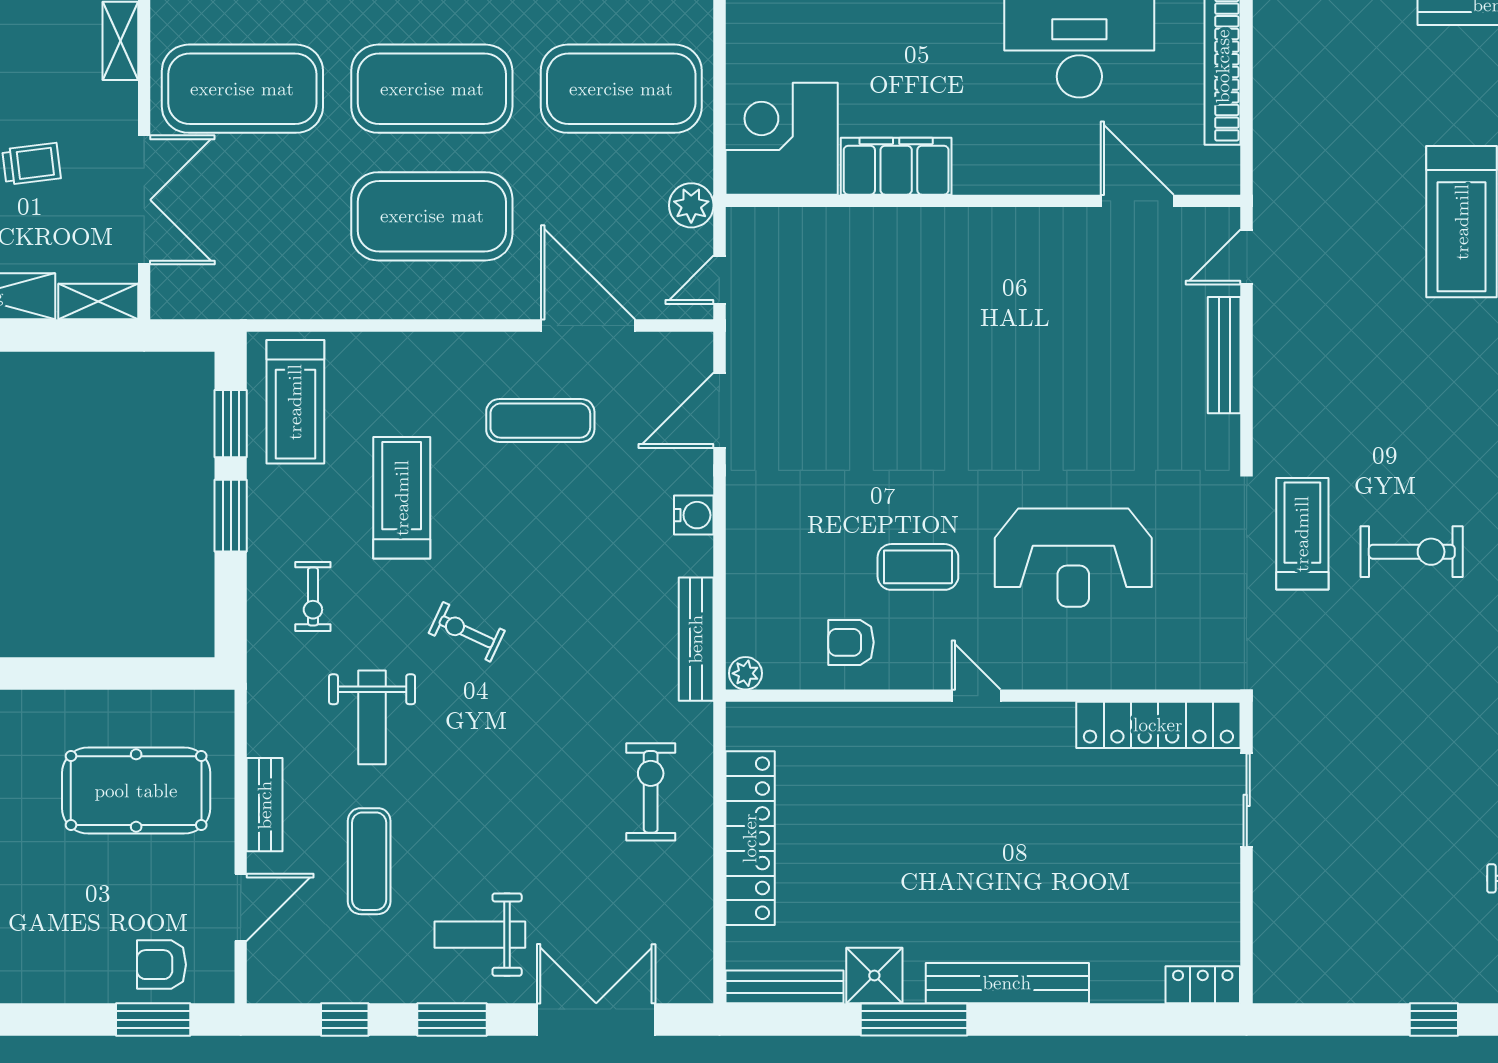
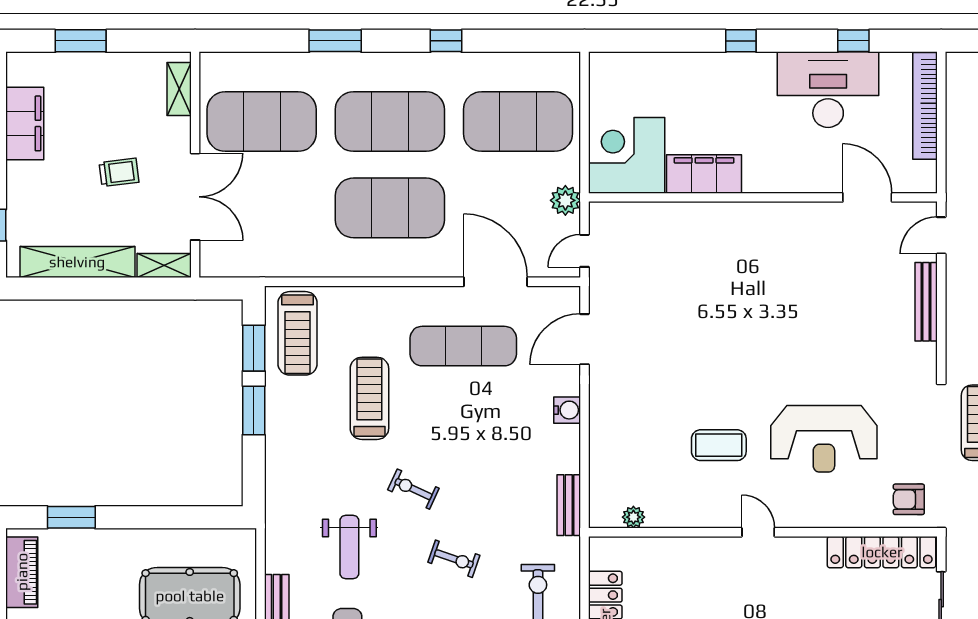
exercise mat: (540, 421) -> (463, 346), width x1.36, depth x1.45
exercise bike: (313, 596) -> (454, 559), moved, turned -71
bench: (696, 639) -> (569, 505), width x0.73
armchair: (851, 642) -> (909, 499), moved
plant: (746, 673) -> (633, 517), moved

